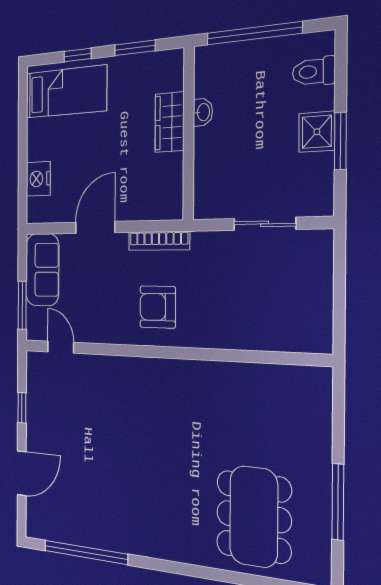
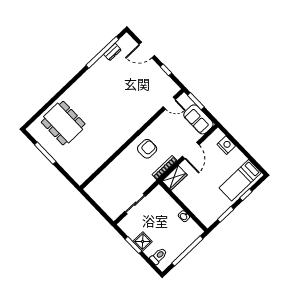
wardrobe: (170, 122) -> (175, 178), moved, turned 90
door: (22, 473) -> (147, 50), hinge flipped
dresser: (71, 534) -> (112, 52), added

